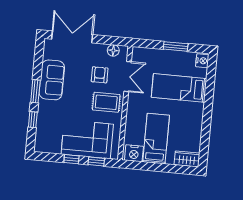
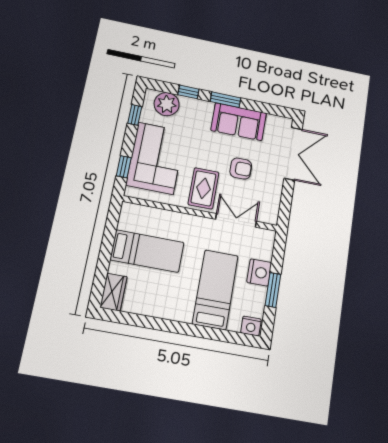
floor lamp: (113, 50) -> (272, 205), removed
armchair: (100, 75) -> (241, 169), moved
double door: (128, 77) -> (236, 220), swing flipped
plant: (45, 135) -> (167, 104), added
nightstand: (134, 153) -> (259, 272), moved, turned 180
window: (71, 159) -> (135, 115), moved

